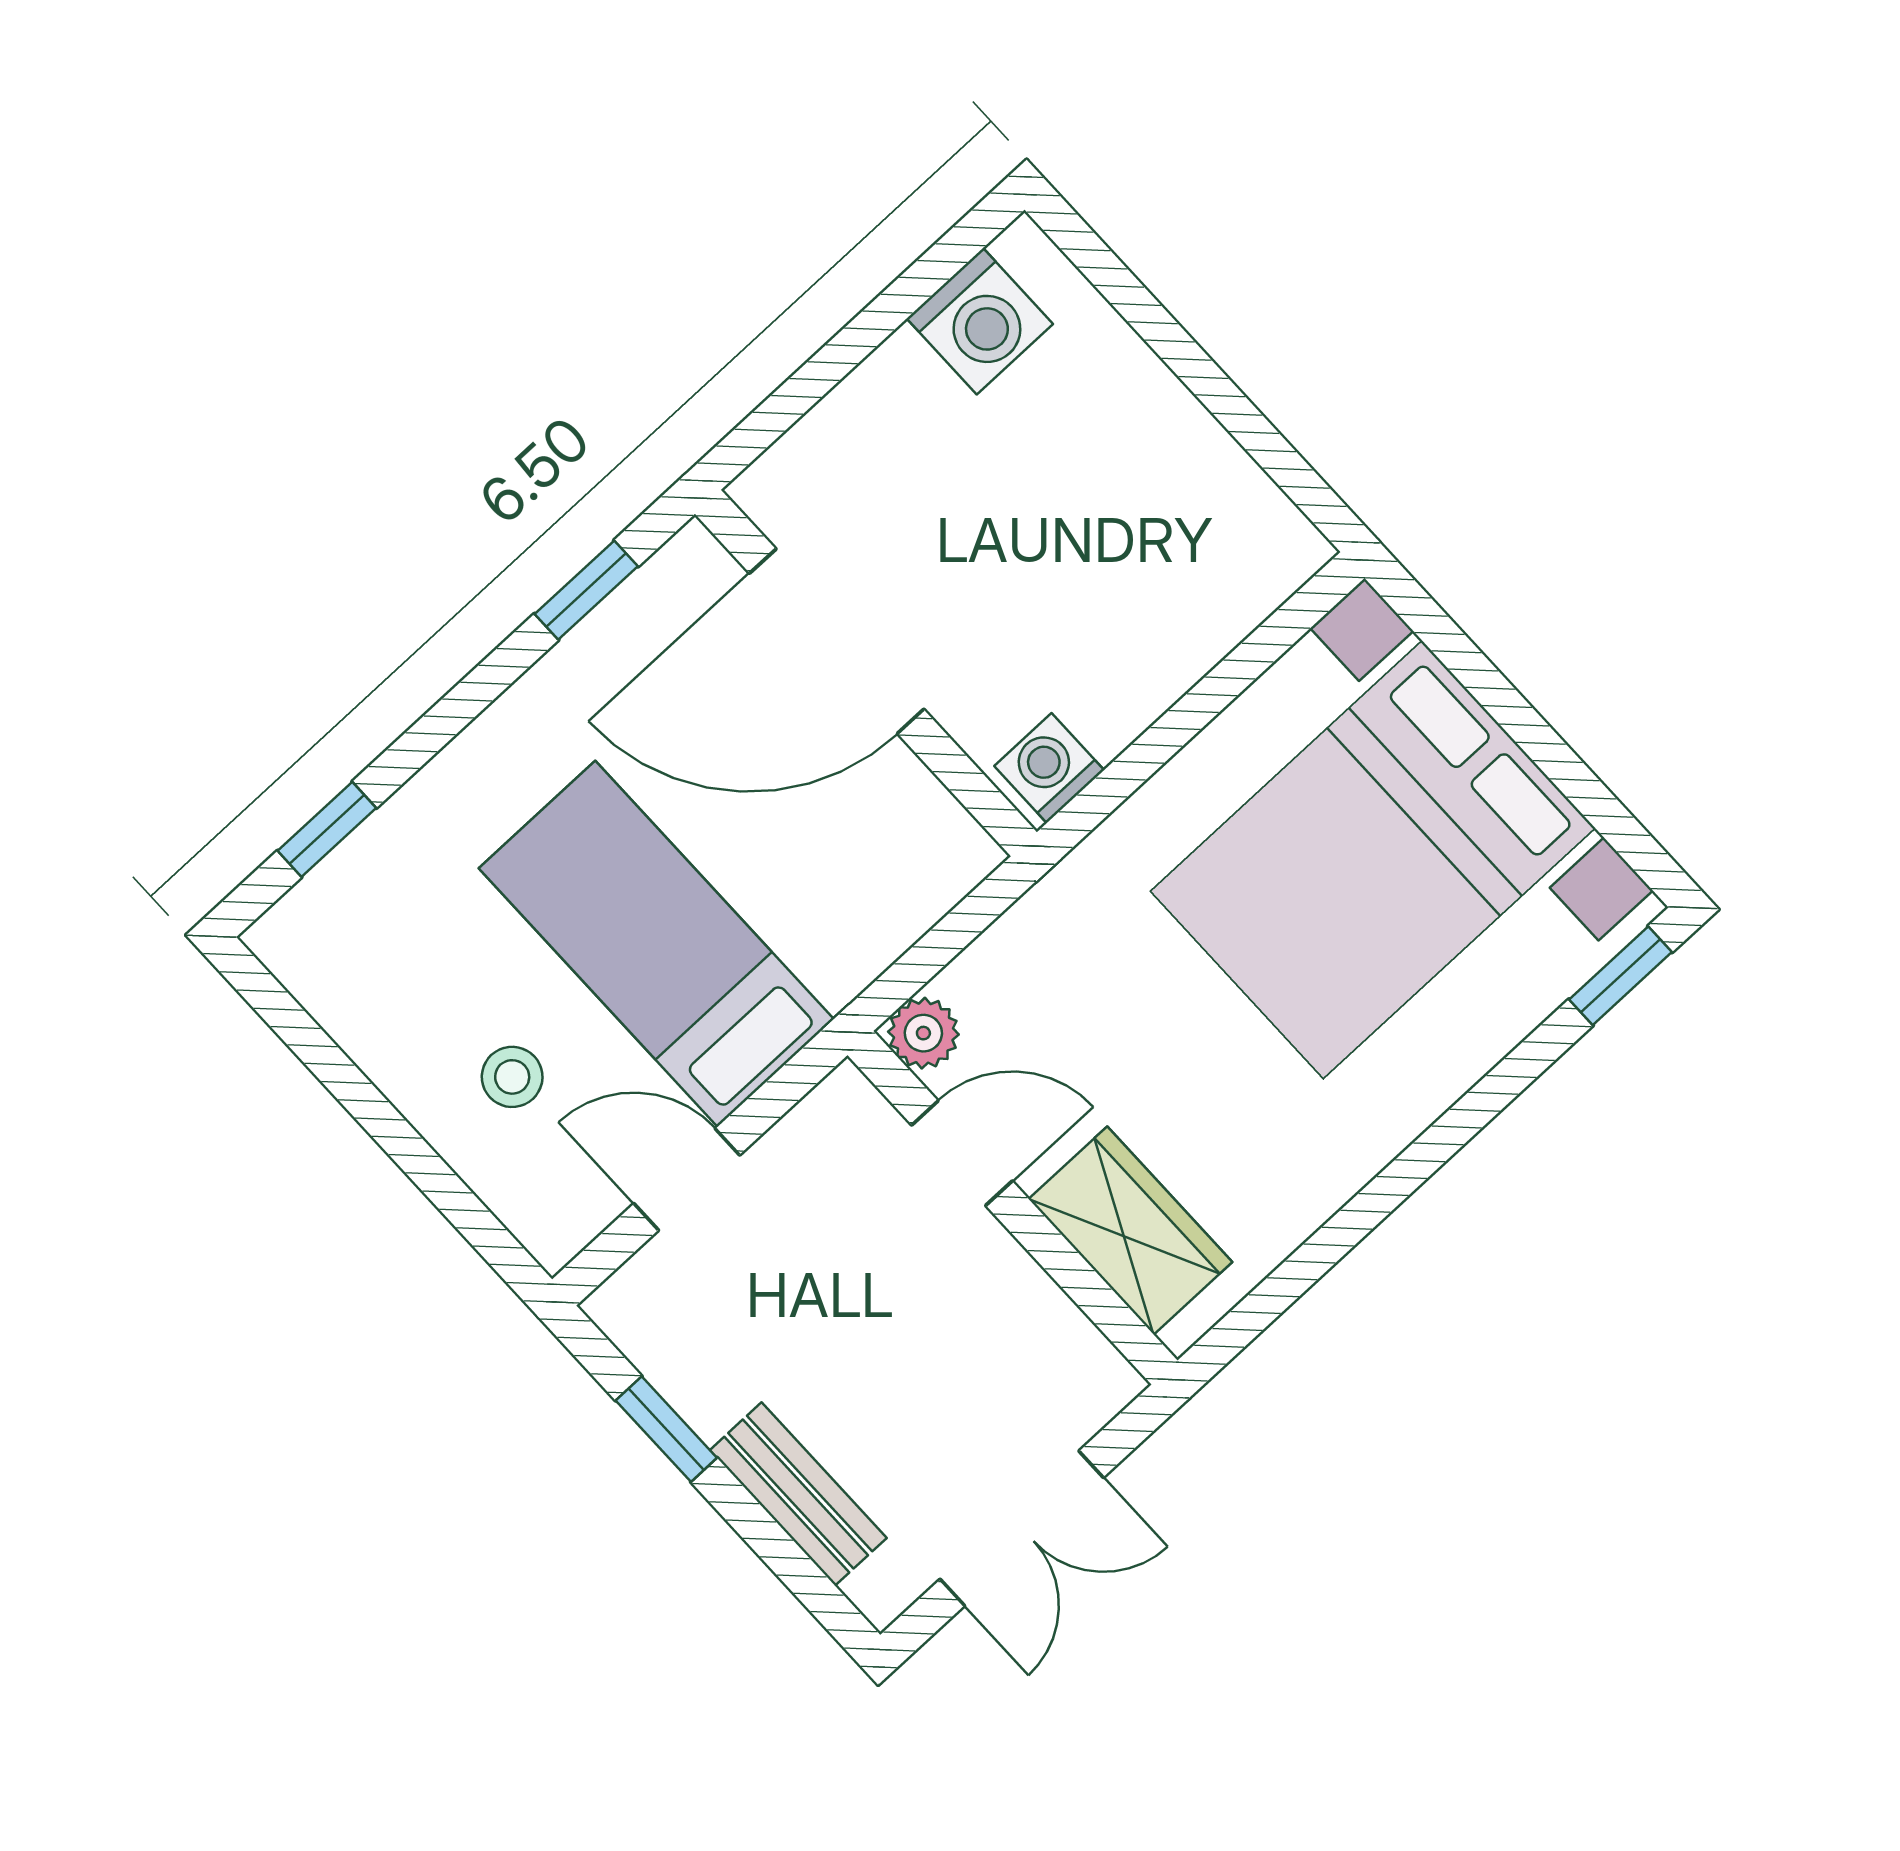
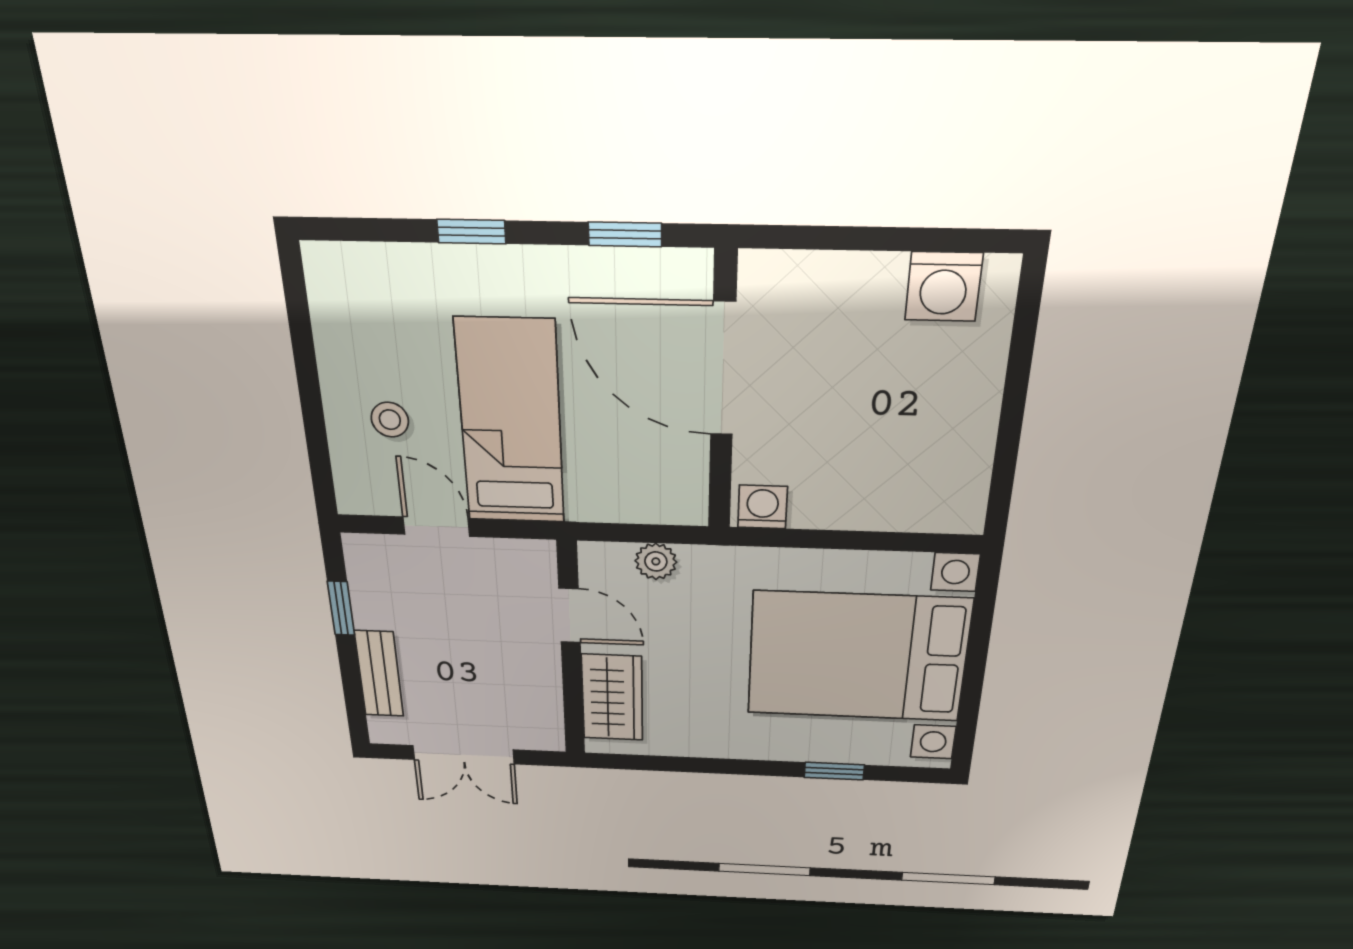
window: (327, 829) -> (471, 232), moved
window: (1620, 976) -> (834, 771), moved
plant: (923, 1033) -> (656, 561), moved

